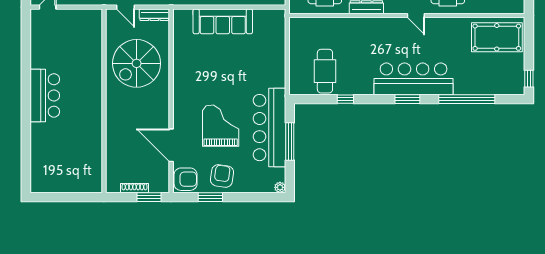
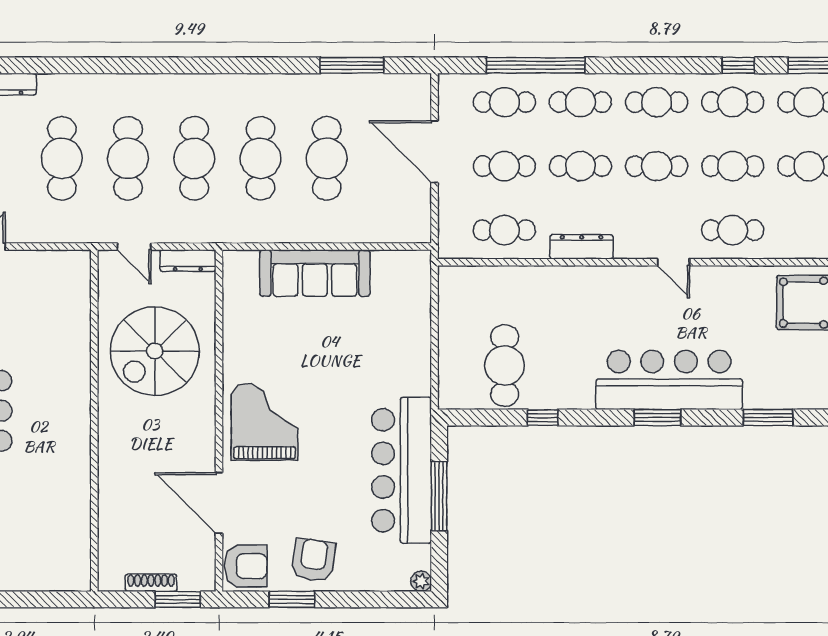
window: (467, 99) -> (768, 418), width x0.47
grand piano: (221, 126) -> (265, 422), moved

